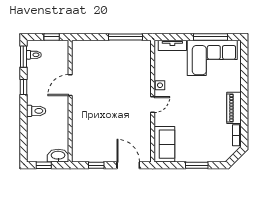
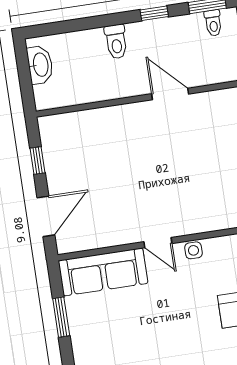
sofa: (164, 144) -> (103, 272), width x1.36
washbasin: (58, 156) -> (40, 65), moved
window: (44, 165) -> (24, 69), removed
window: (197, 165) -> (61, 317), moved

